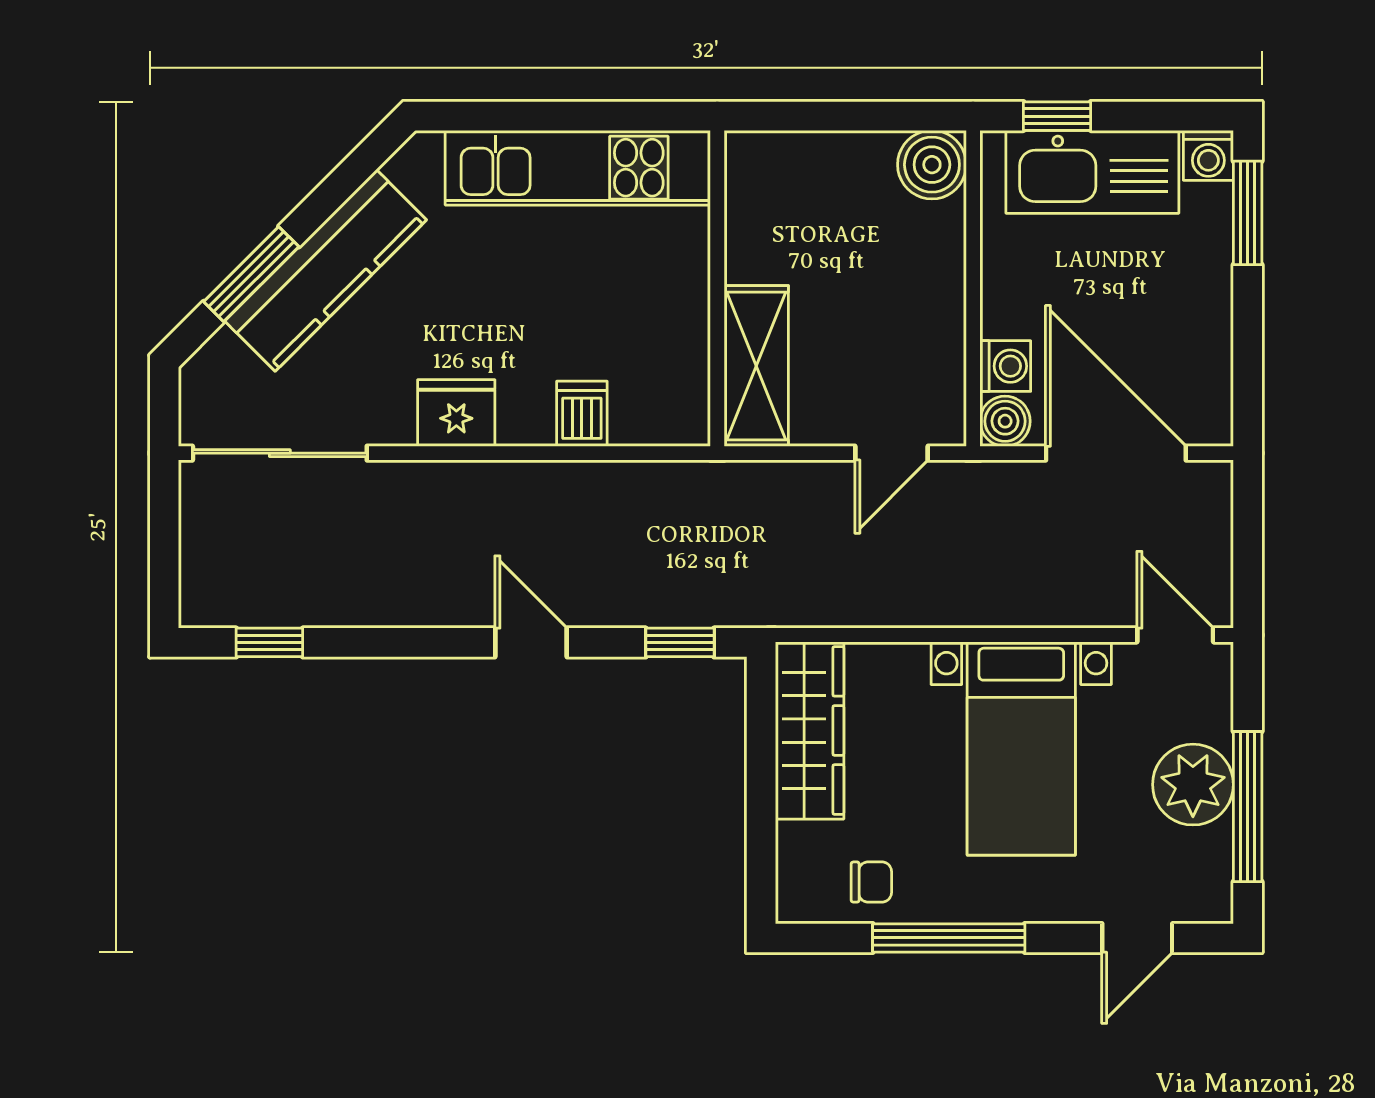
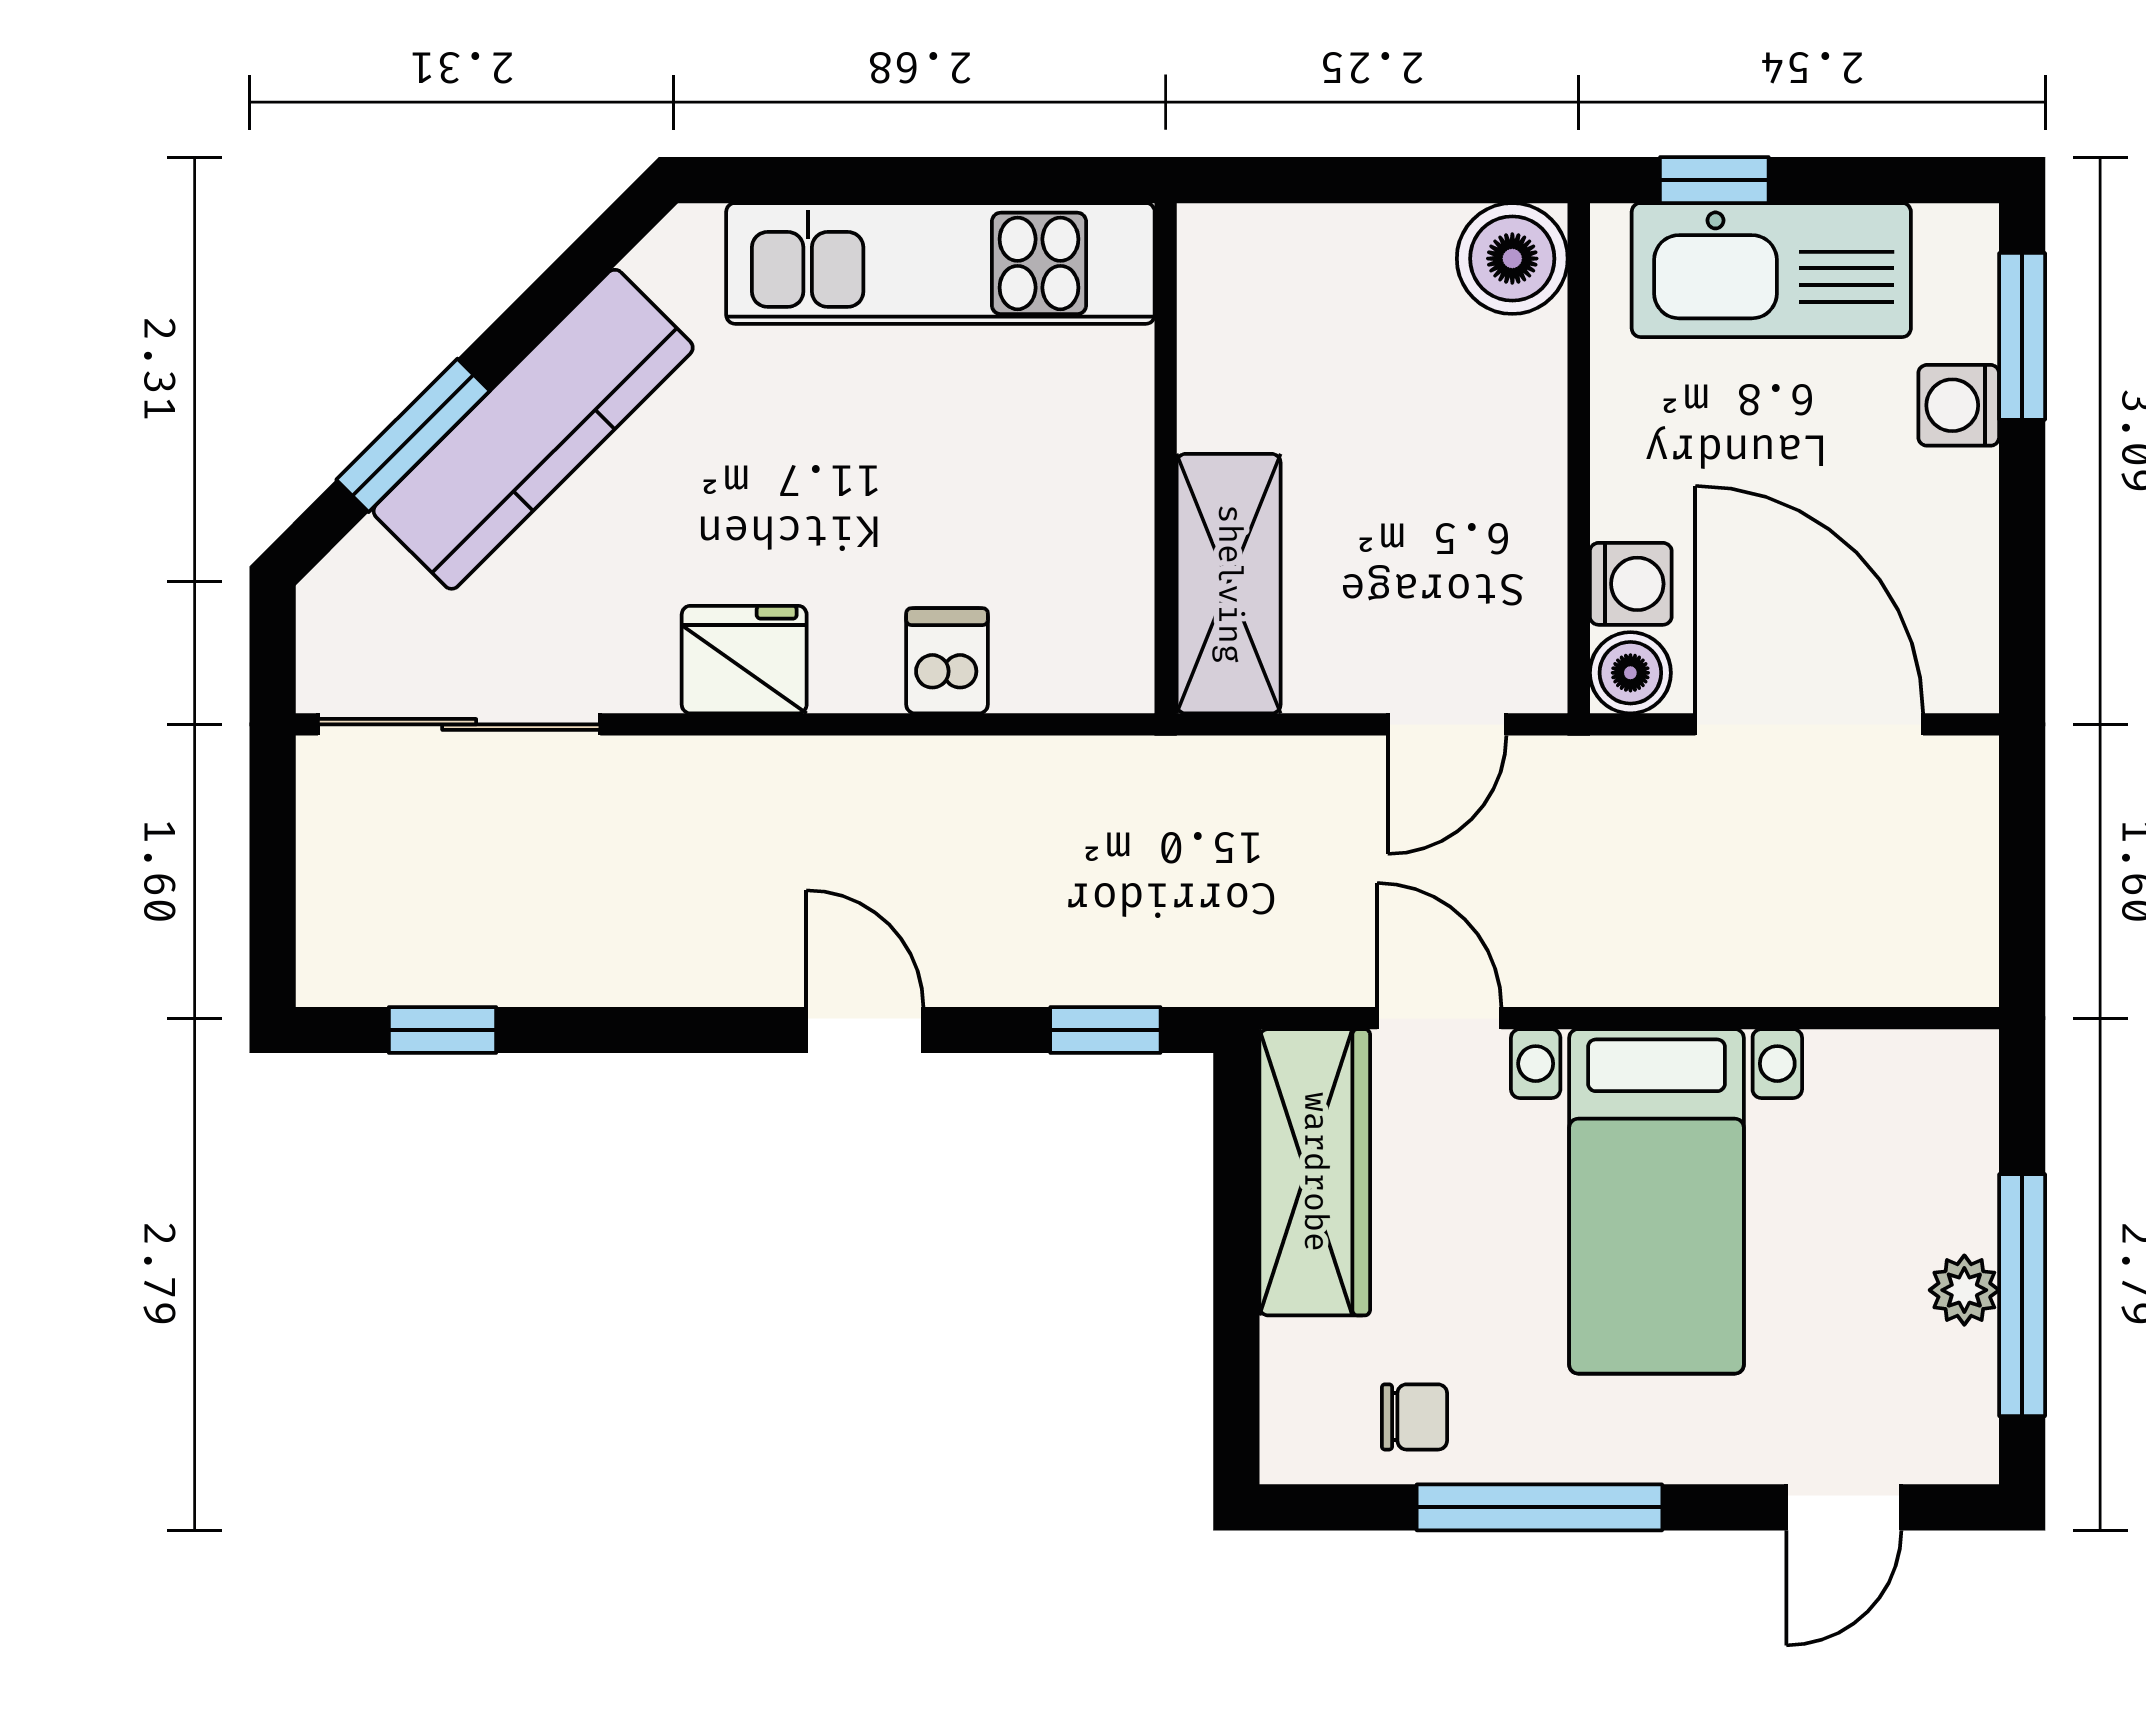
washing machine: (1208, 155) -> (1959, 405), moved, turned 90
door: (1175, 635) -> (1439, 1018), moved
plant: (1193, 785) -> (1964, 1290), width x0.53, depth x0.53

